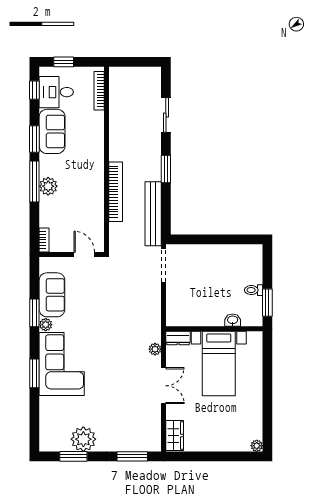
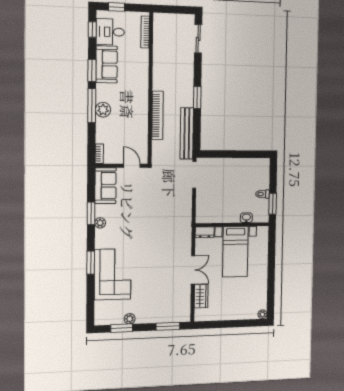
sliding door: (166, 115) -> (198, 39), moved
sofa: (52, 295) -> (106, 186), moved
plant: (155, 349) -> (187, 241), removed
corner sofa: (62, 364) -> (113, 274), moved
wardrobe: (175, 436) -> (201, 296), moved
plant: (83, 439) -> (130, 319), width x0.53, depth x0.53

